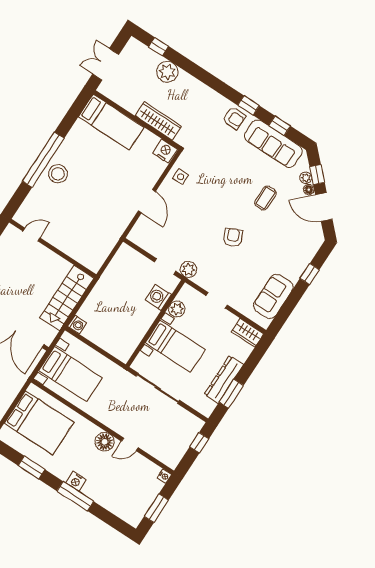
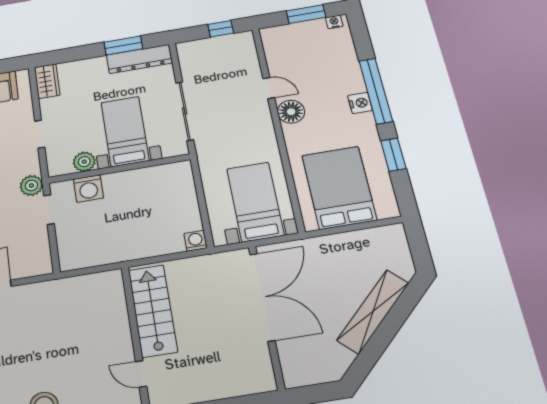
stairs: (67, 298) -> (153, 311), moved, turned -90
dresser: (224, 379) -> (139, 59), moved
window: (199, 443) -> (221, 29), moved
nightstand: (164, 476) -> (334, 22), moved
window: (75, 496) -> (376, 91), width x1.46

